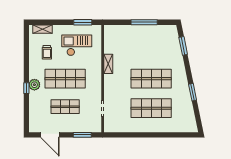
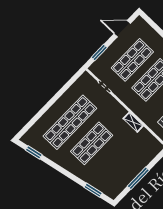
window: (193, 92) -> (34, 152), moved
shop shelf: (65, 107) -> (132, 60), width x1.43, depth x1.36
shop shelf: (151, 108) -> (70, 122), width x1.40

